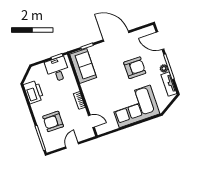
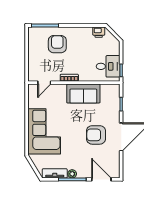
door: (160, 41) -> (101, 179), hinge flipped
sofa: (83, 66) -> (83, 94), moved
armchair: (135, 68) -> (96, 135), moved, turned 90
printer: (34, 92) -> (99, 32), width x0.53, depth x0.68
door: (72, 145) -> (27, 55), removed

